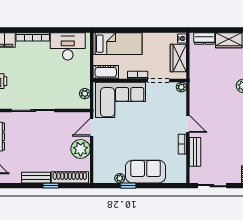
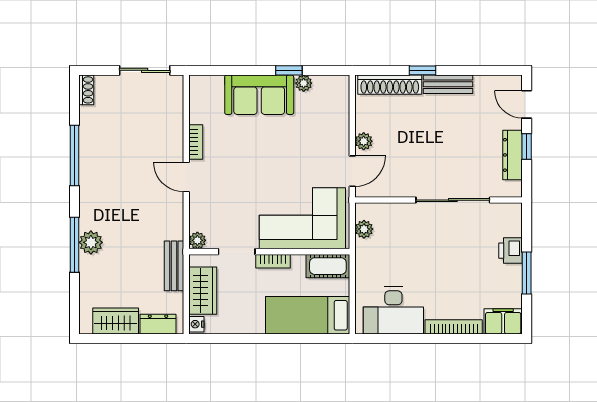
plant: (81, 149) -> (364, 141), width x0.53, depth x0.53
bench: (195, 152) -> (174, 266), moved

